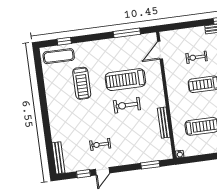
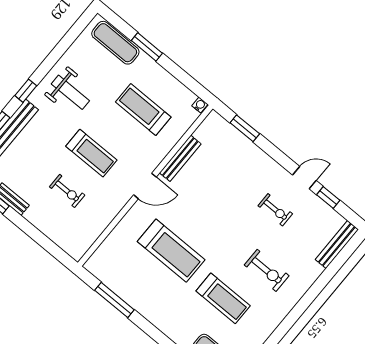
door: (160, 50) -> (145, 186), moved
treadmill: (82, 83) -> (223, 298), turned 90
exercise bike: (127, 105) -> (267, 270), moved

